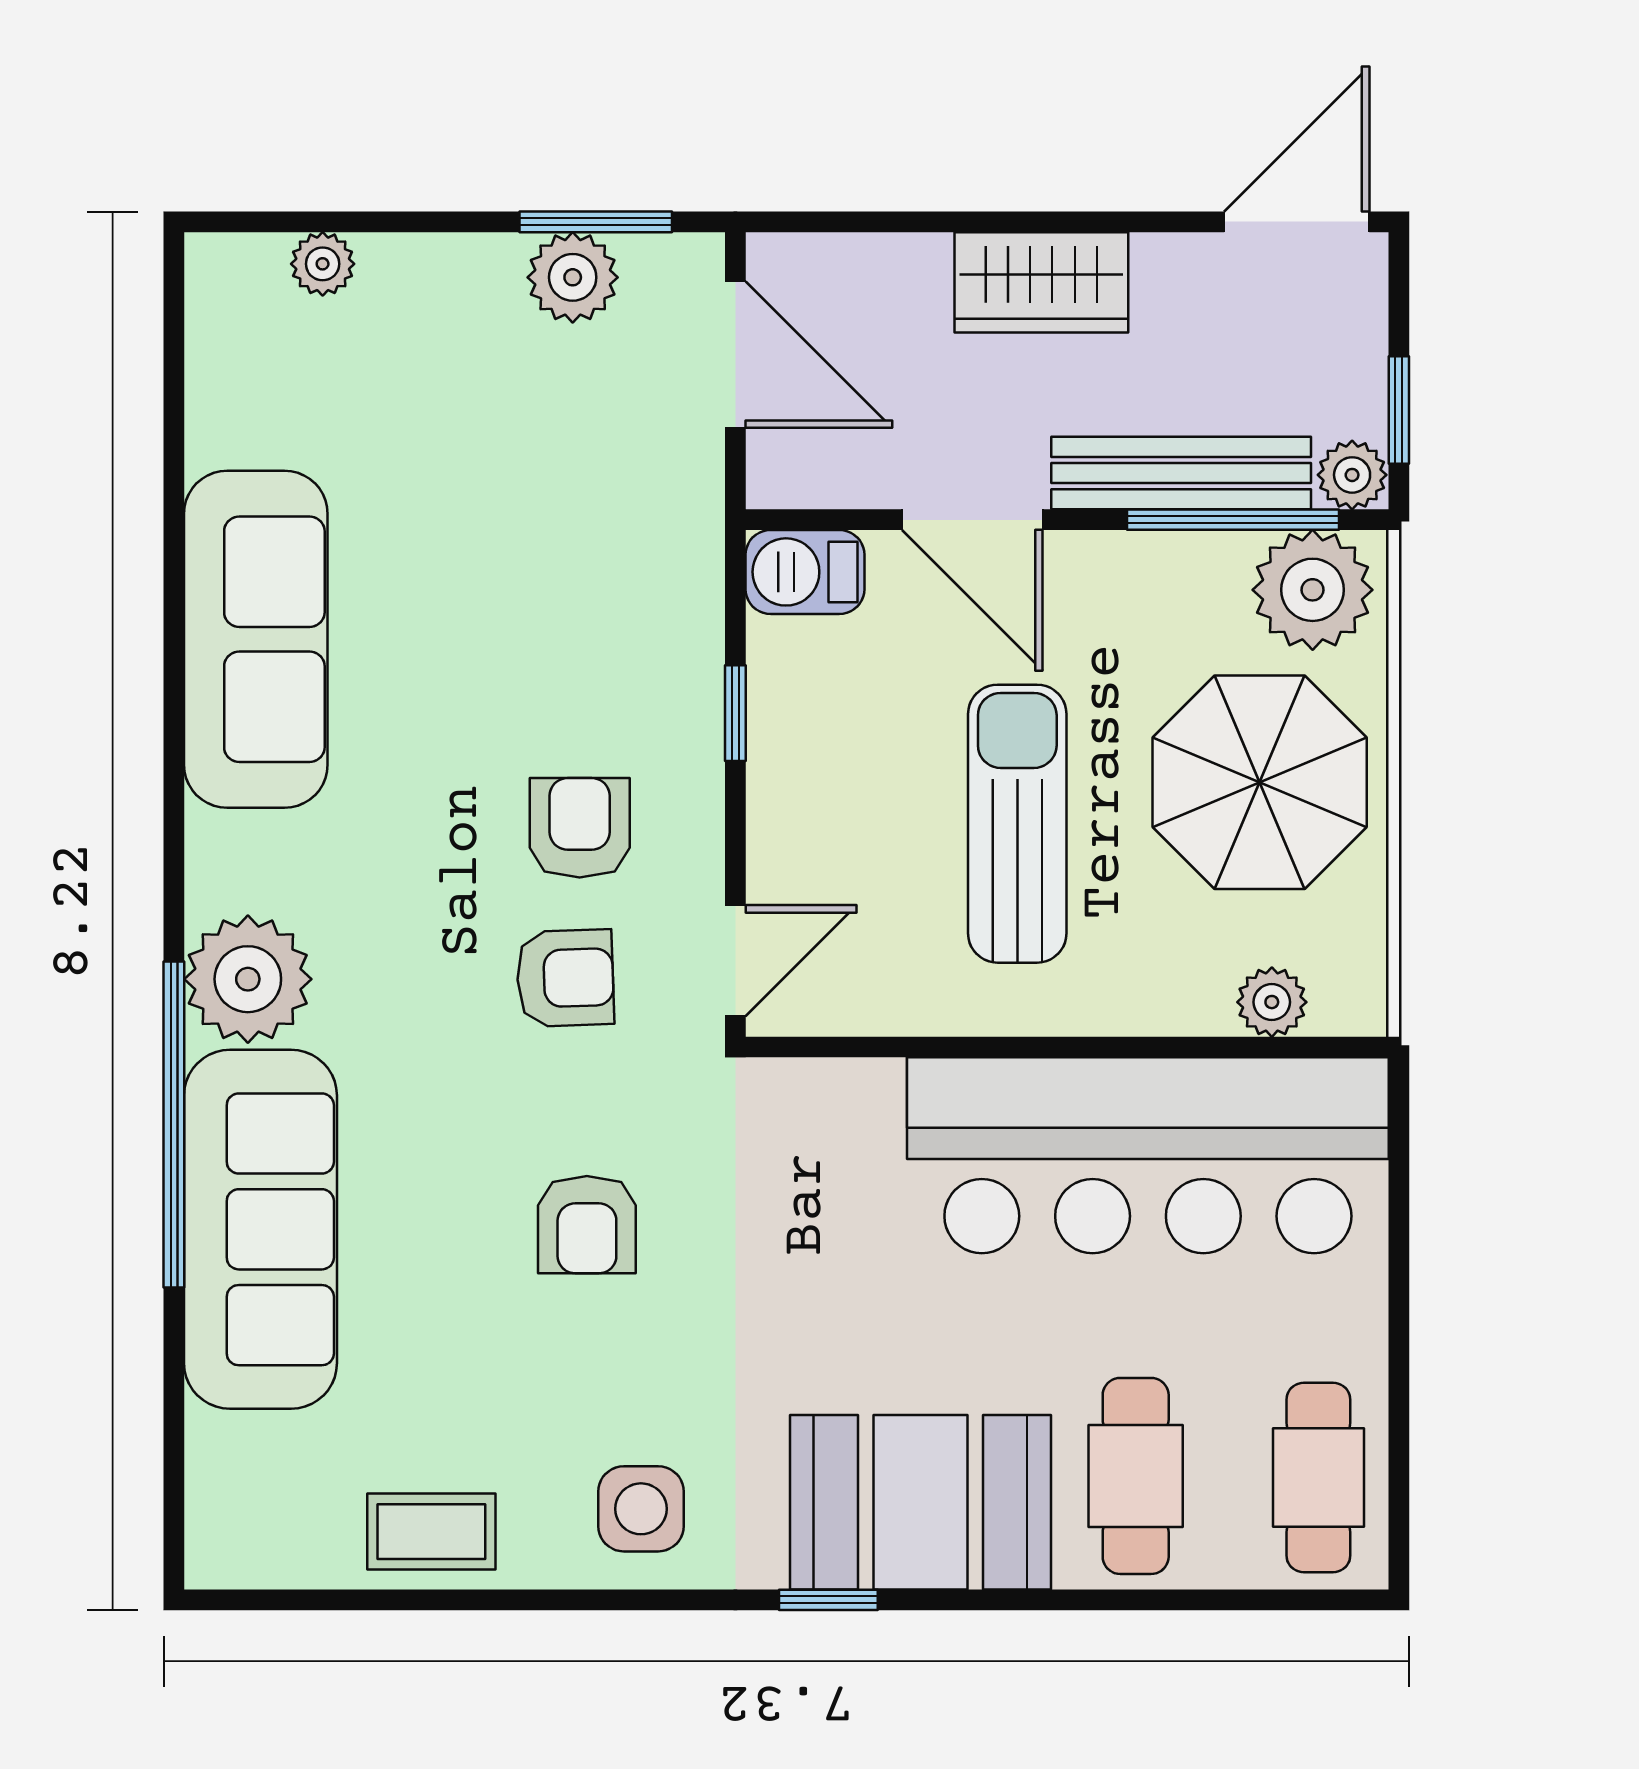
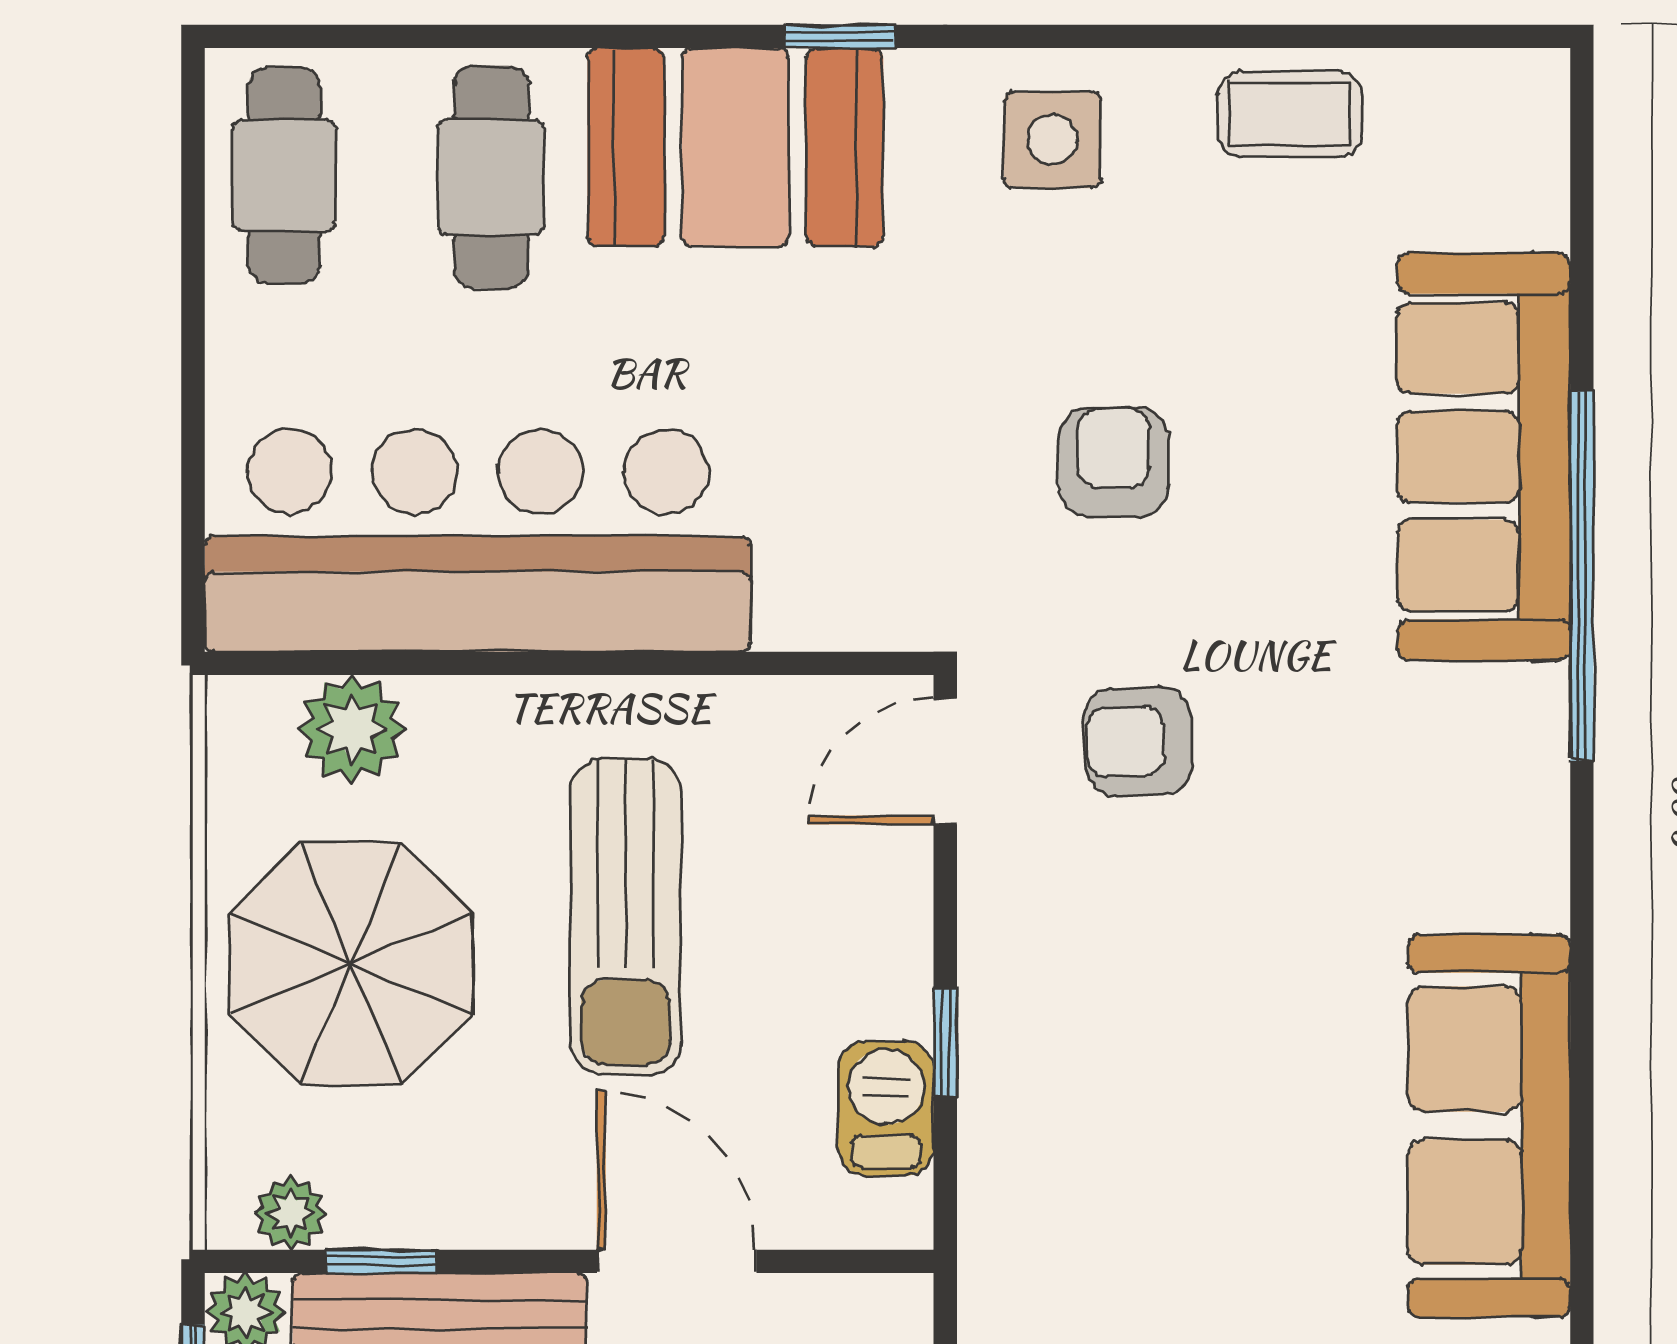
window: (1233, 520) -> (381, 1261), width x0.46
barbecue: (805, 572) -> (886, 1108), moved, turned -90
plant: (1313, 590) -> (291, 1213), width x0.53, depth x0.53
armchair: (580, 828) -> (1122, 912), removed
plant: (248, 979) -> (1498, 740), removed
plant: (1272, 1002) -> (352, 729), width x1.38, depth x1.38

